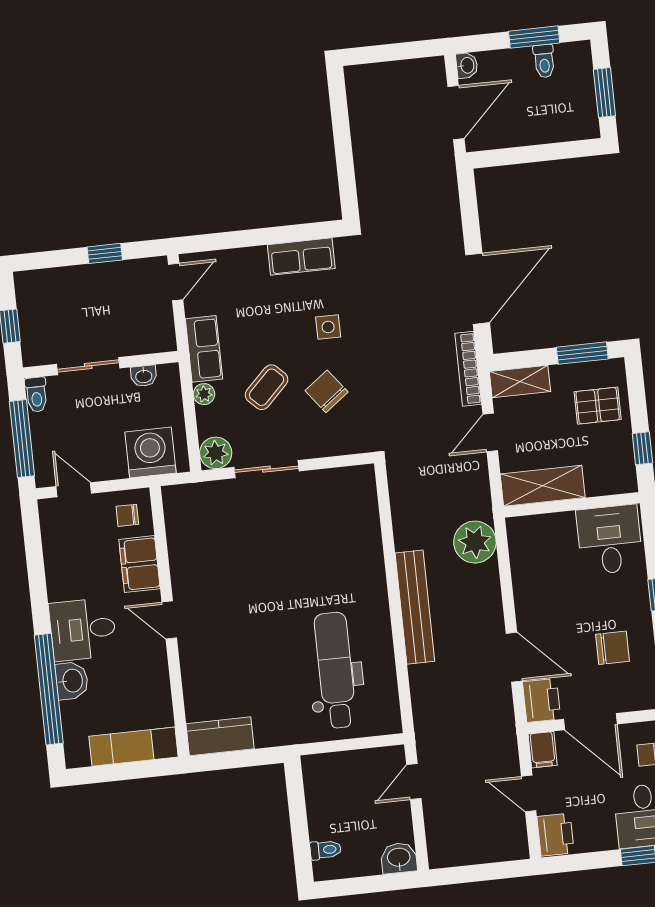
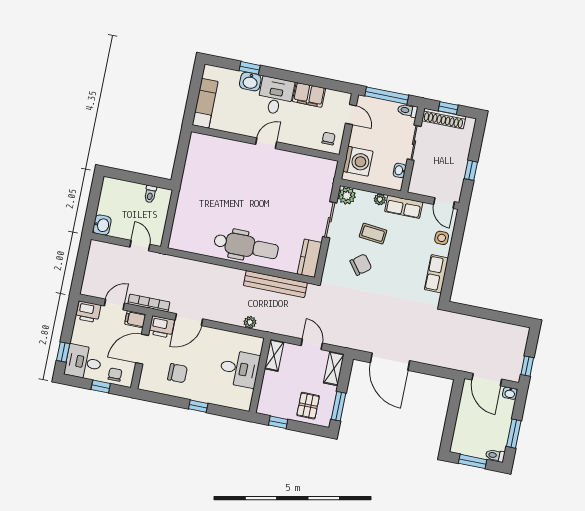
window: (411, 50) -> (527, 366), added
toilet: (544, 61) -> (495, 455), moved
side table: (328, 327) -> (442, 238), moved
shoe rack: (31, 328) -> (444, 119), added
bookcase: (468, 369) -> (149, 303), moved
coffee table: (267, 387) -> (373, 234), turned -39
shelving: (543, 486) -> (274, 355), width x0.67, depth x0.75
door: (74, 490) -> (351, 114), hinge flipped
desk: (610, 540) -> (239, 369), moved
plant: (475, 542) -> (250, 322), width x0.53, depth x0.53
filing cabinet: (140, 564) -> (309, 95), moved, turned 180
bench: (415, 607) -> (275, 284), moved
chair: (613, 648) -> (178, 373), turned -90
dental chair: (335, 670) -> (246, 246), moved
window: (49, 689) -> (250, 68), width x0.32
kitchen counter: (220, 736) -> (310, 258), moved, turned 180
toilet: (326, 850) -> (150, 194), moved

